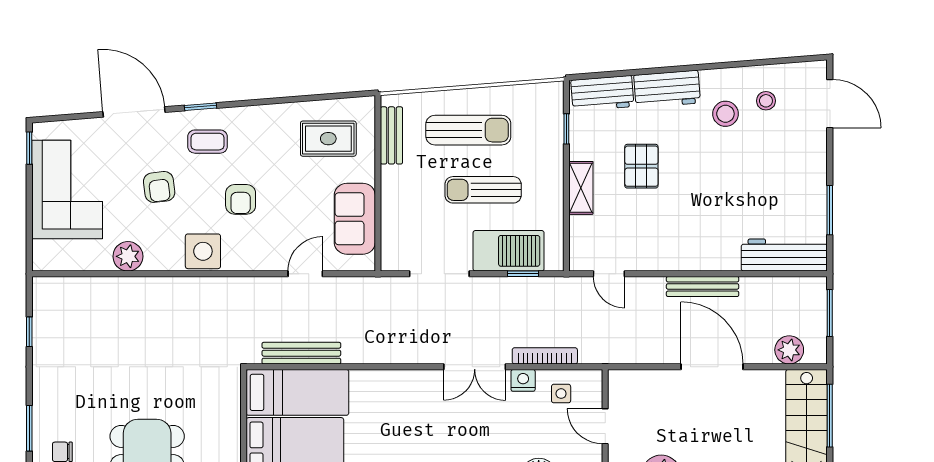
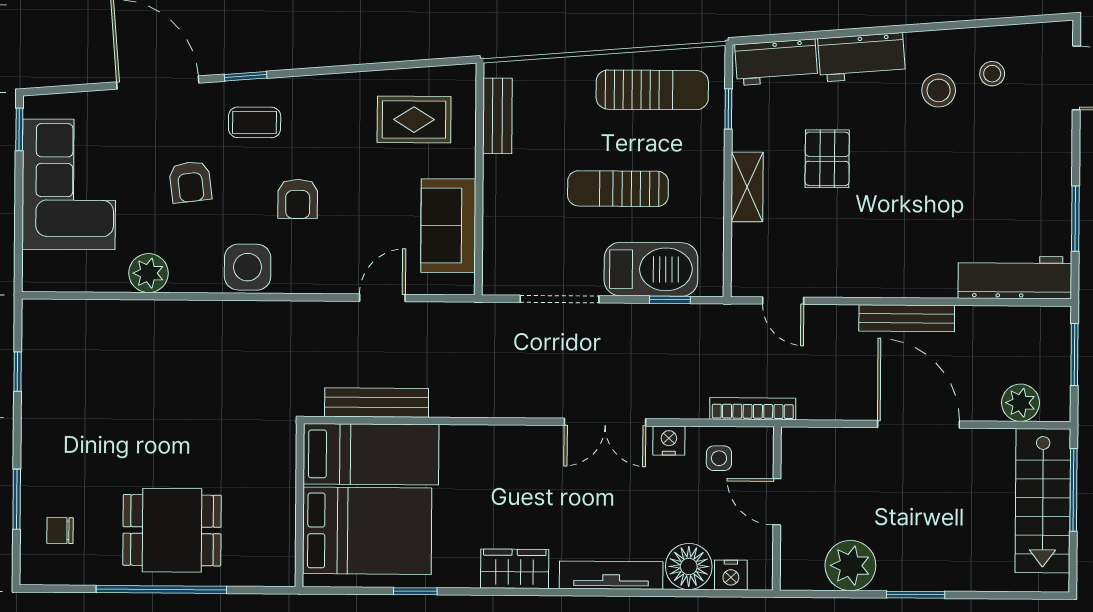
sun lounger: (468, 130) -> (652, 90), moved
bookcase: (545, 356) -> (753, 409), moved

